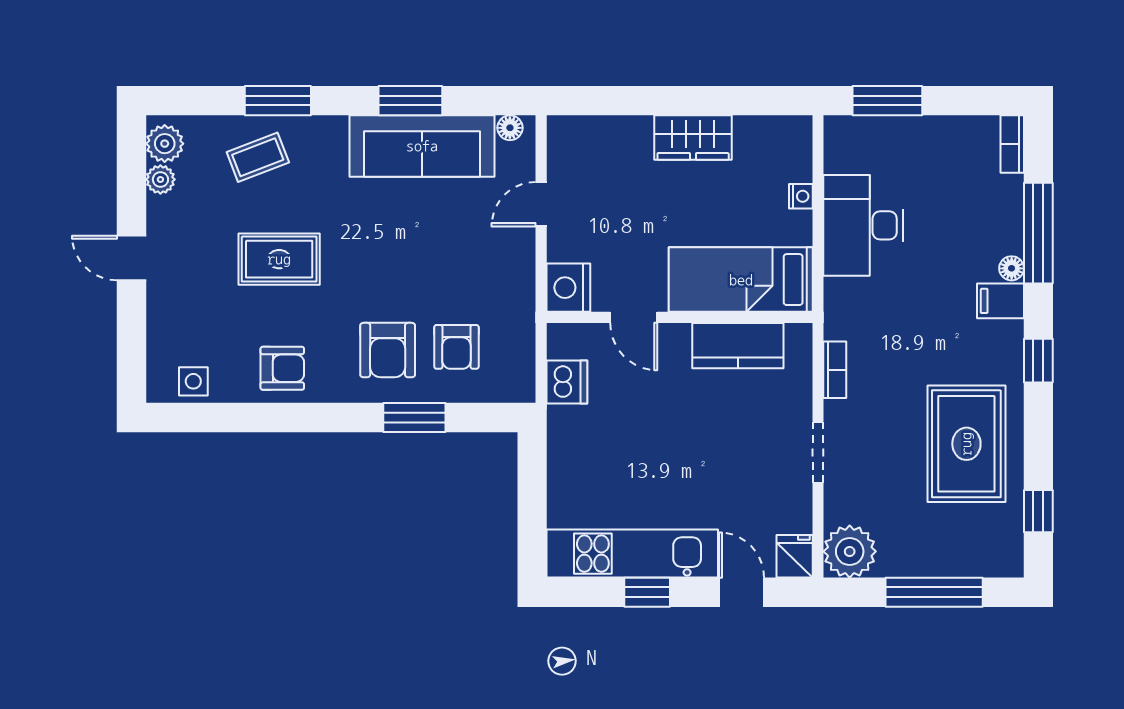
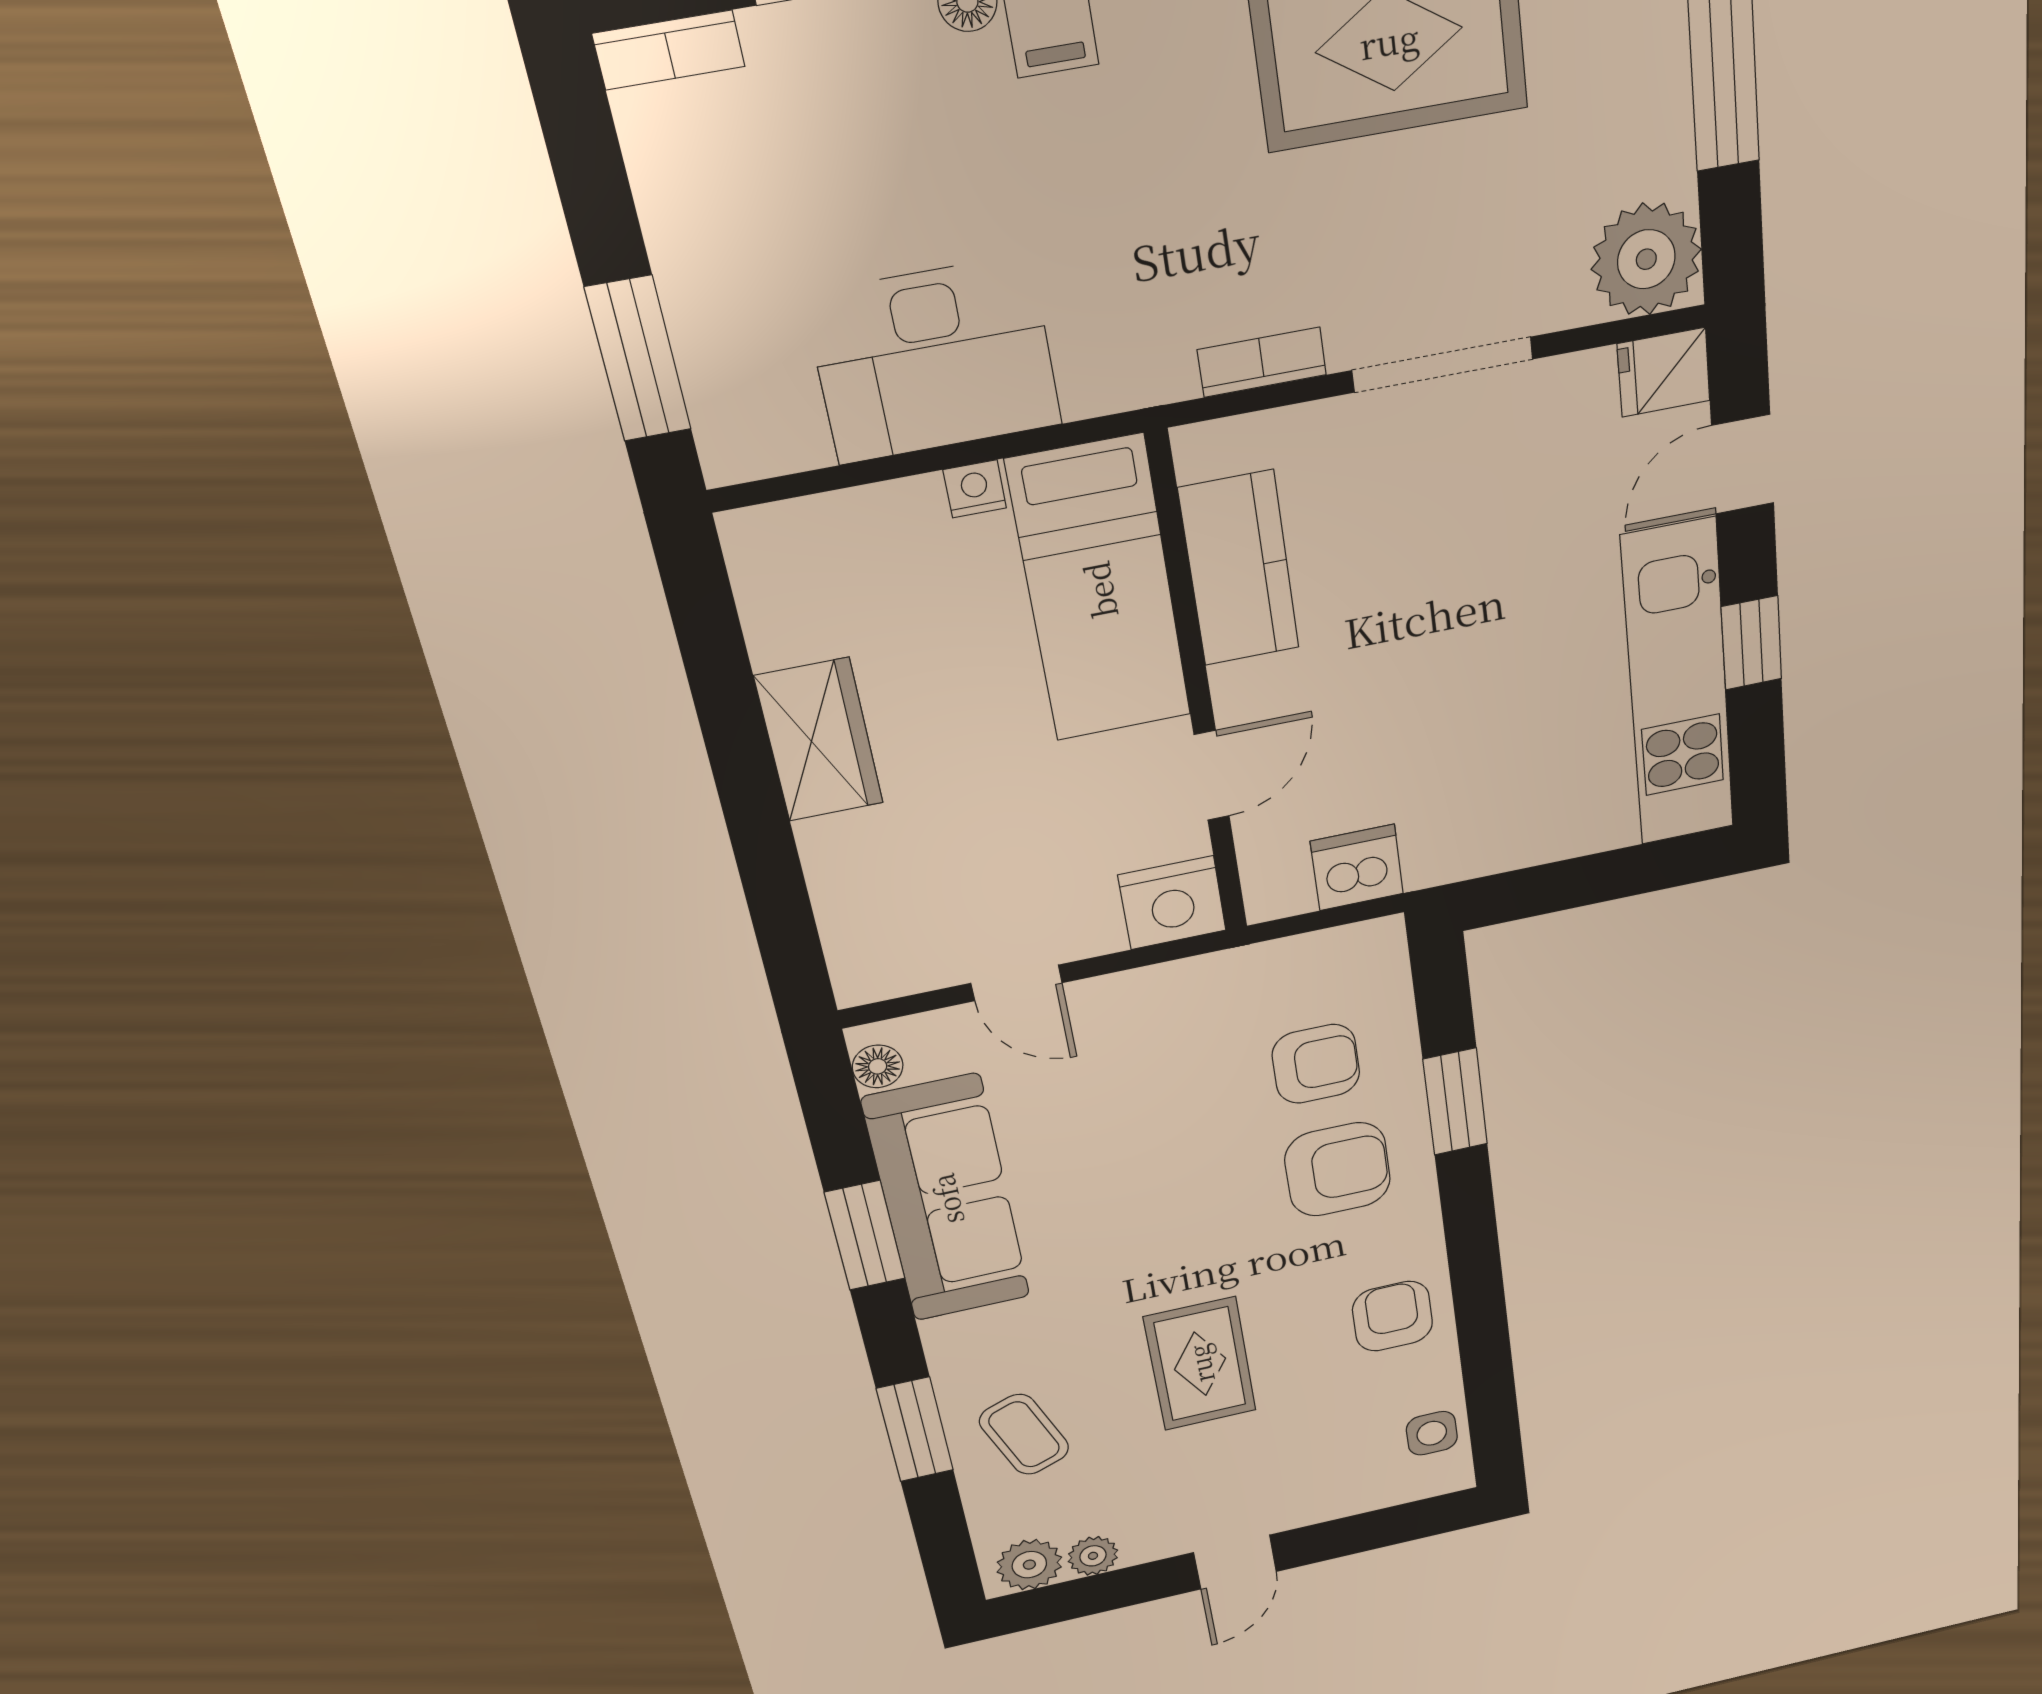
nightstand: (801, 196) -> (975, 489), moved
doorway: (818, 452) -> (1443, 365), width x1.38

